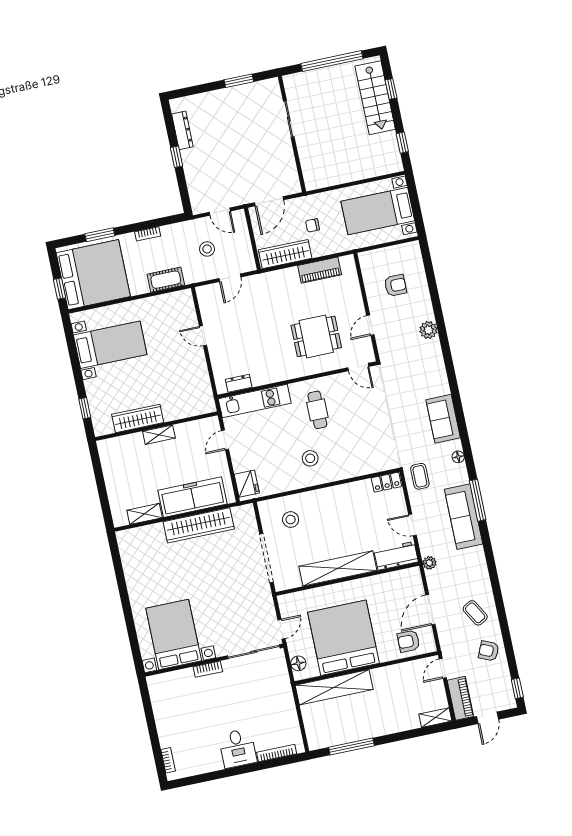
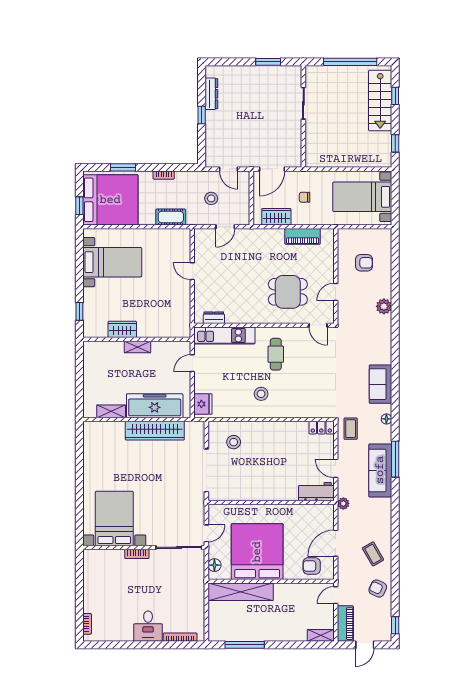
wardrobe: (285, 254) -> (276, 217), width x0.67
wardrobe: (138, 418) -> (122, 329), width x0.67
shelving: (338, 568) -> (265, 492), removed

